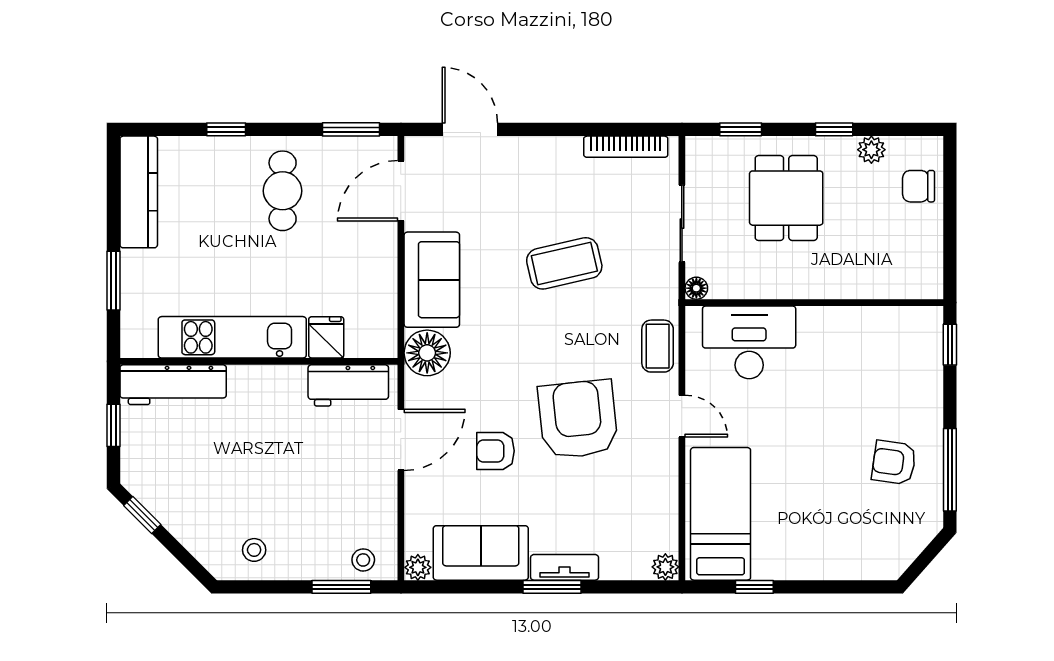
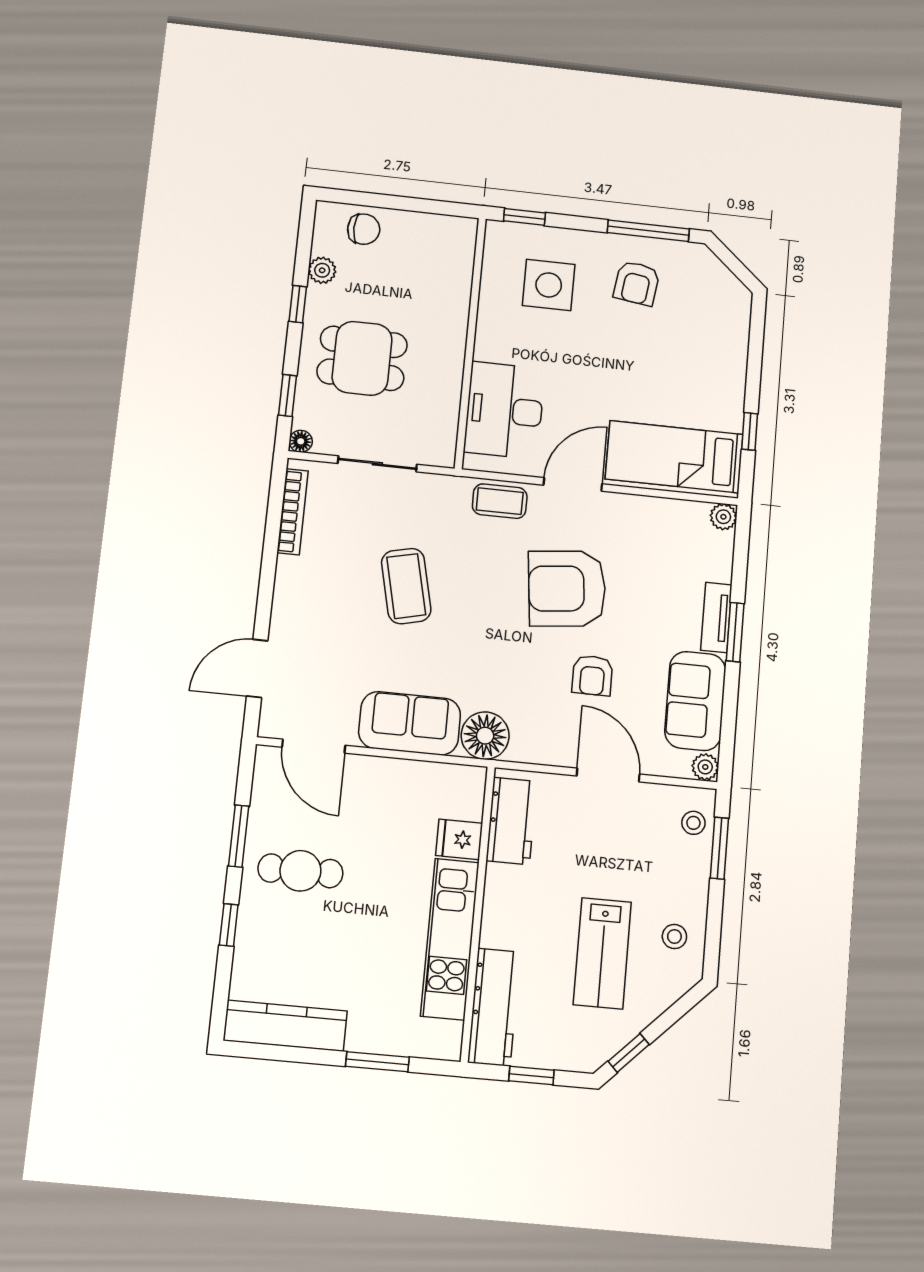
window: (351, 129) -> (239, 836), moved
chair: (918, 186) -> (364, 229), turned -90
floor lamp: (696, 288) -> (301, 441), moved
side table: (882, 375) -> (549, 285), added
door: (682, 416) -> (573, 484), width x1.38
door: (401, 440) -> (608, 775), moved
lab bench: (232, 482) -> (602, 953), added

